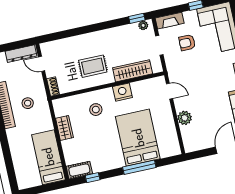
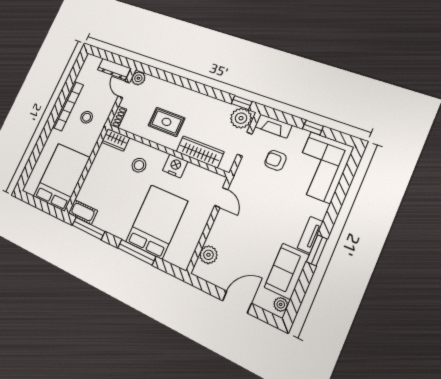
plant: (143, 25) -> (241, 118), width x1.88, depth x1.88
plant: (47, 49) -> (138, 78), added
plant: (185, 118) -> (208, 255), moved
wardrobe: (64, 128) -> (116, 140), moved, turned 90
bed: (48, 157) -> (62, 177), width x1.50
window: (93, 178) -> (89, 228), width x2.17

